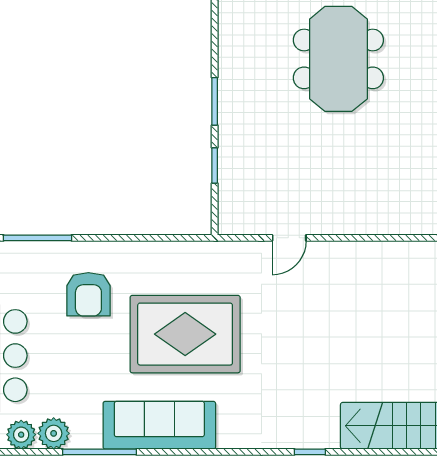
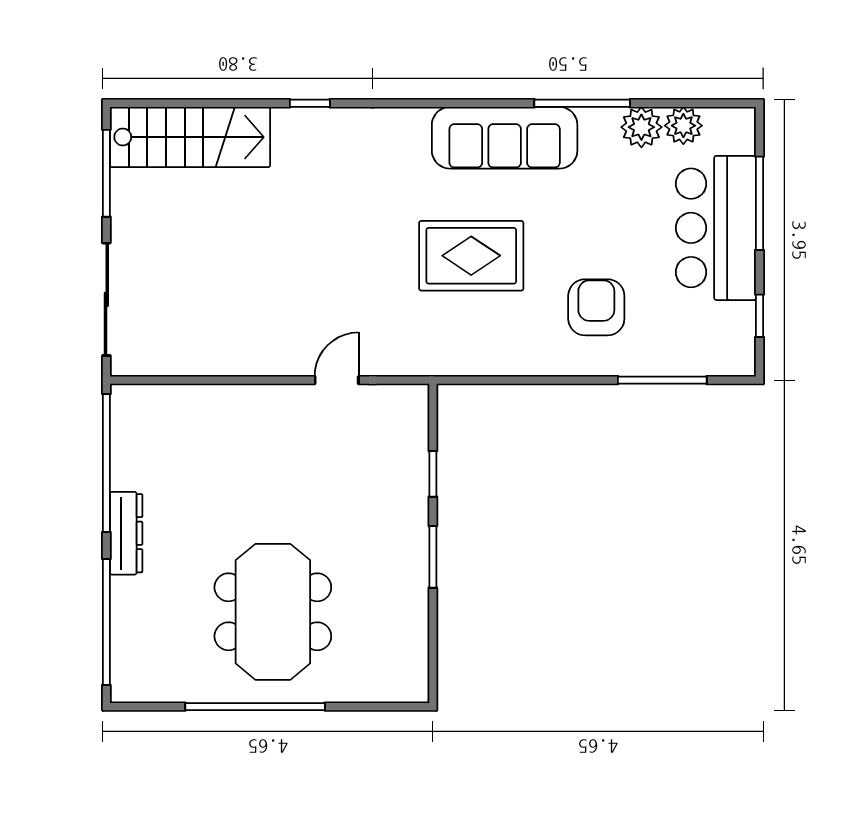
rug: (185, 334) -> (471, 256), width x0.73, depth x0.69

